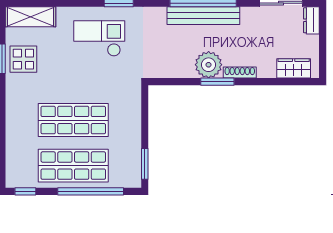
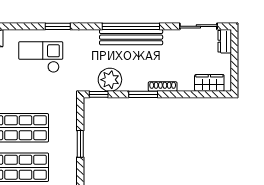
plant: (209, 65) -> (110, 80), moved
window: (166, 82) -> (99, 94), added
window: (145, 164) -> (80, 144), moved

